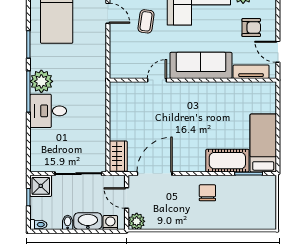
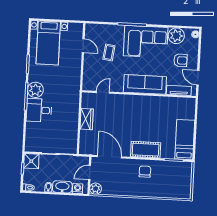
door: (157, 80) -> (103, 92), moved
wardrobe: (118, 156) -> (87, 119), moved
cot: (227, 161) -> (146, 150), moved
door: (155, 174) -> (109, 157), hinge flipped
door: (127, 198) -> (90, 172), hinge flipped

